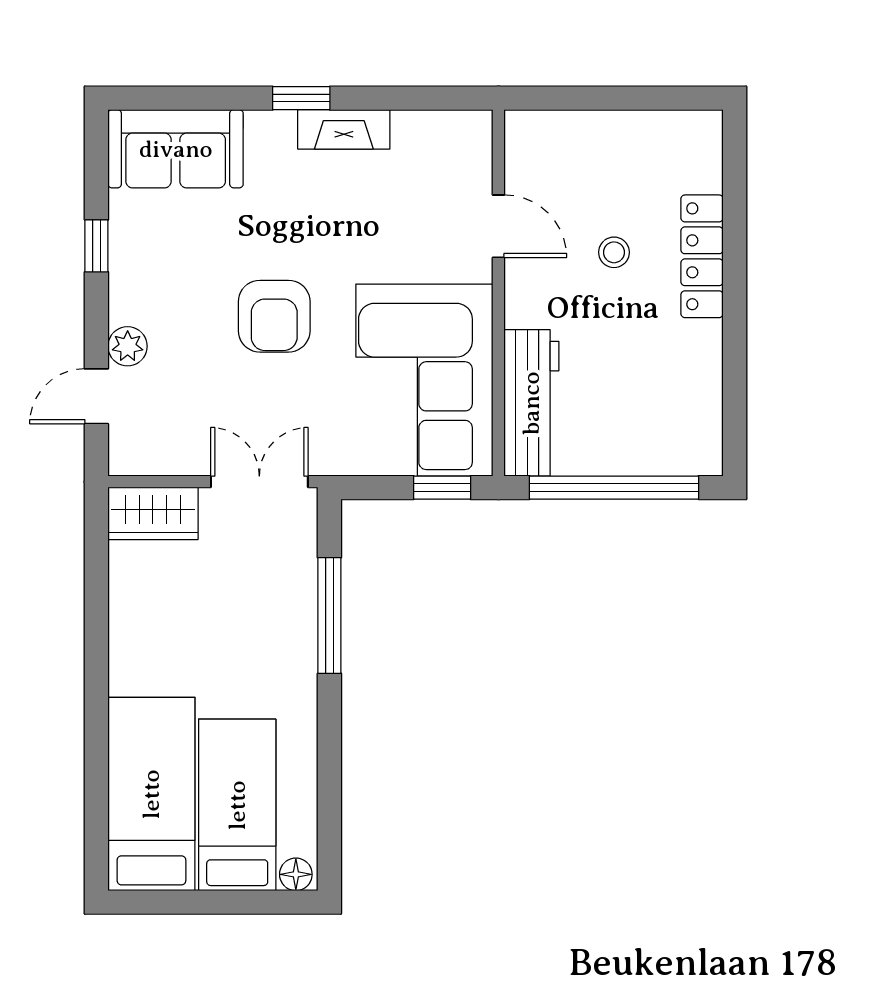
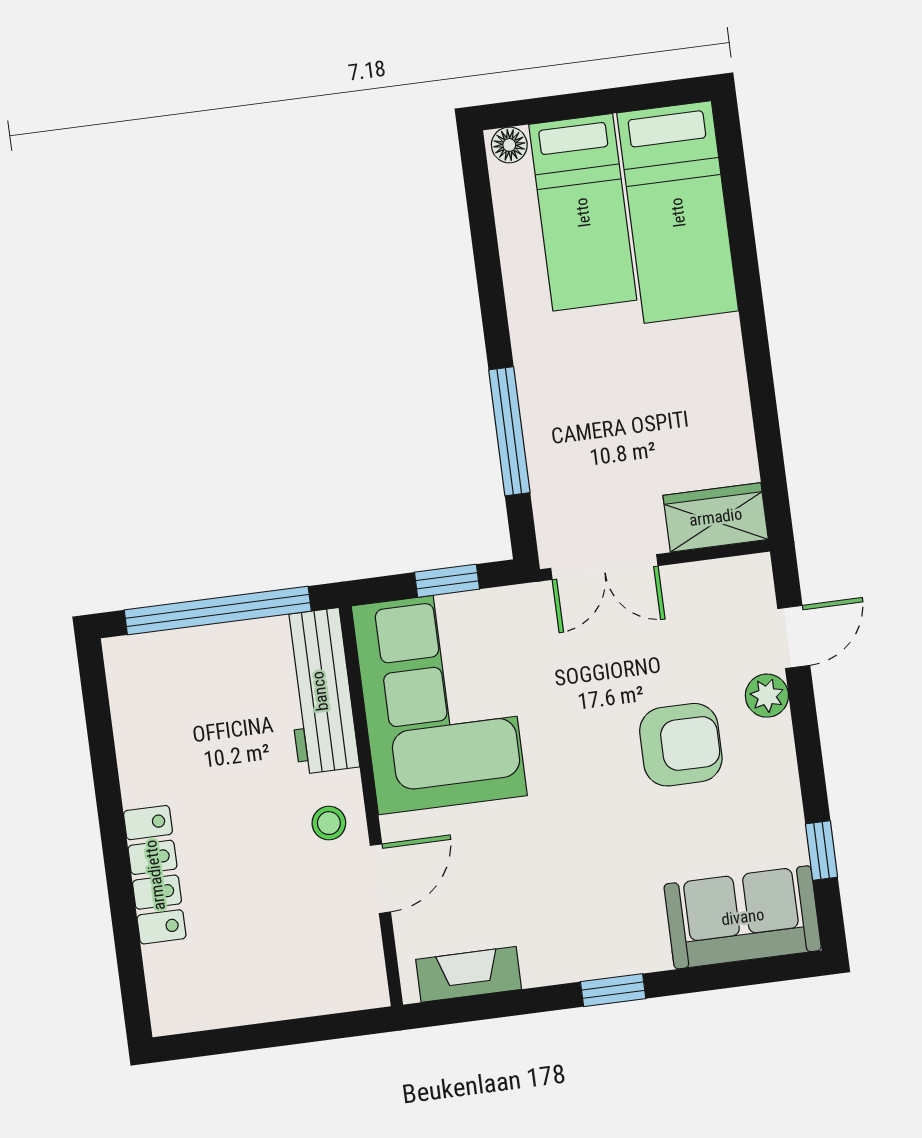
fireplace: (344, 129) -> (469, 974), moved
door: (498, 226) -> (380, 879), swing flipped
window: (96, 246) -> (822, 850), moved
stool: (614, 252) -> (329, 823), moved
armchair: (274, 316) -> (681, 745), moved, turned 90
window: (442, 488) -> (447, 581), moved

